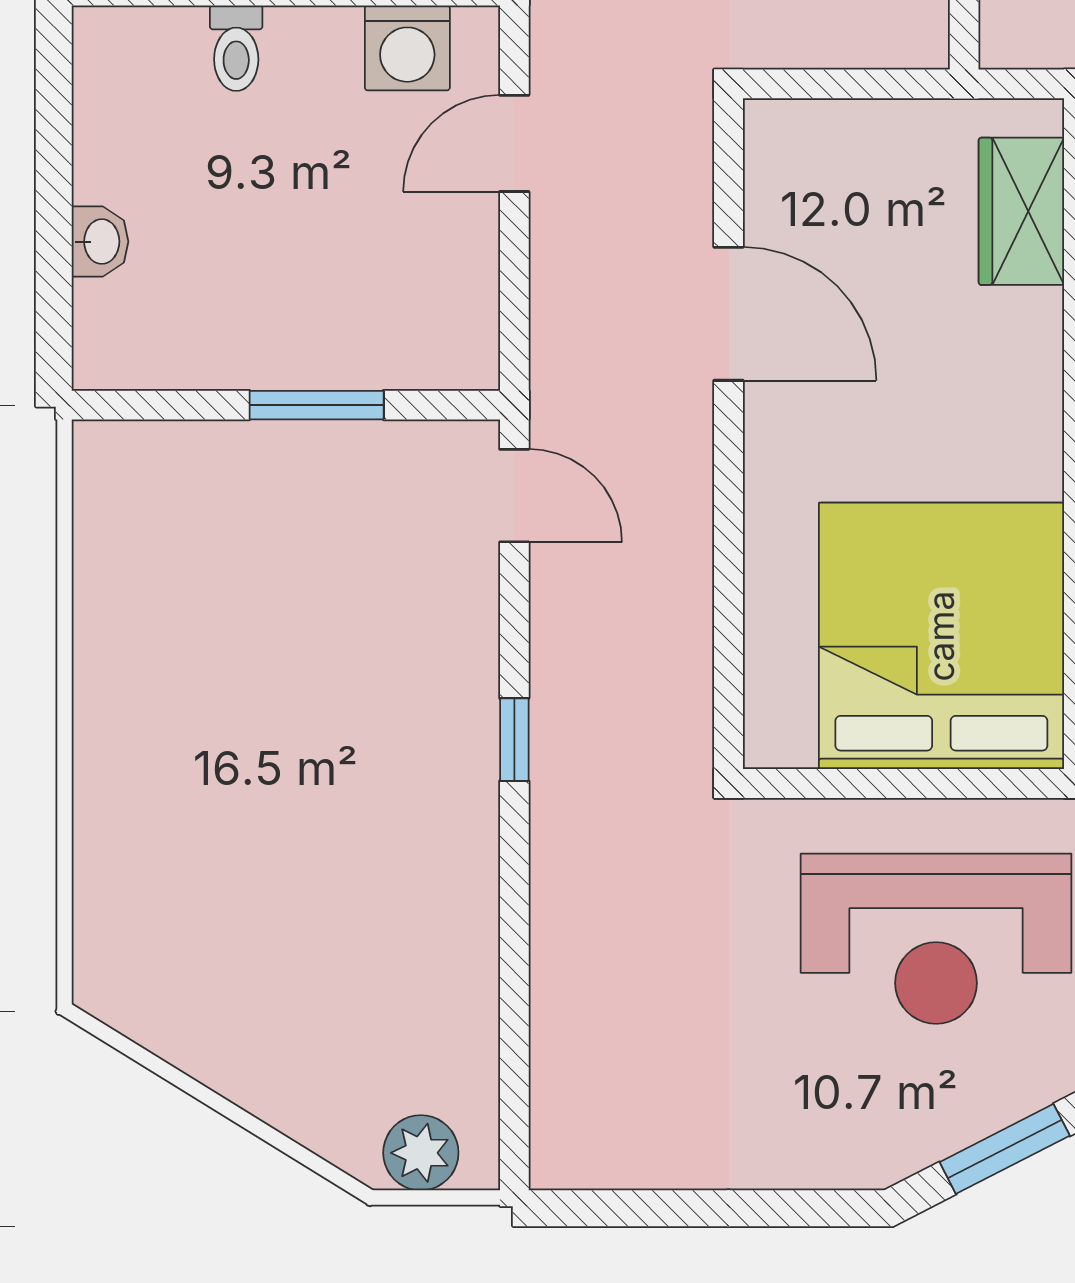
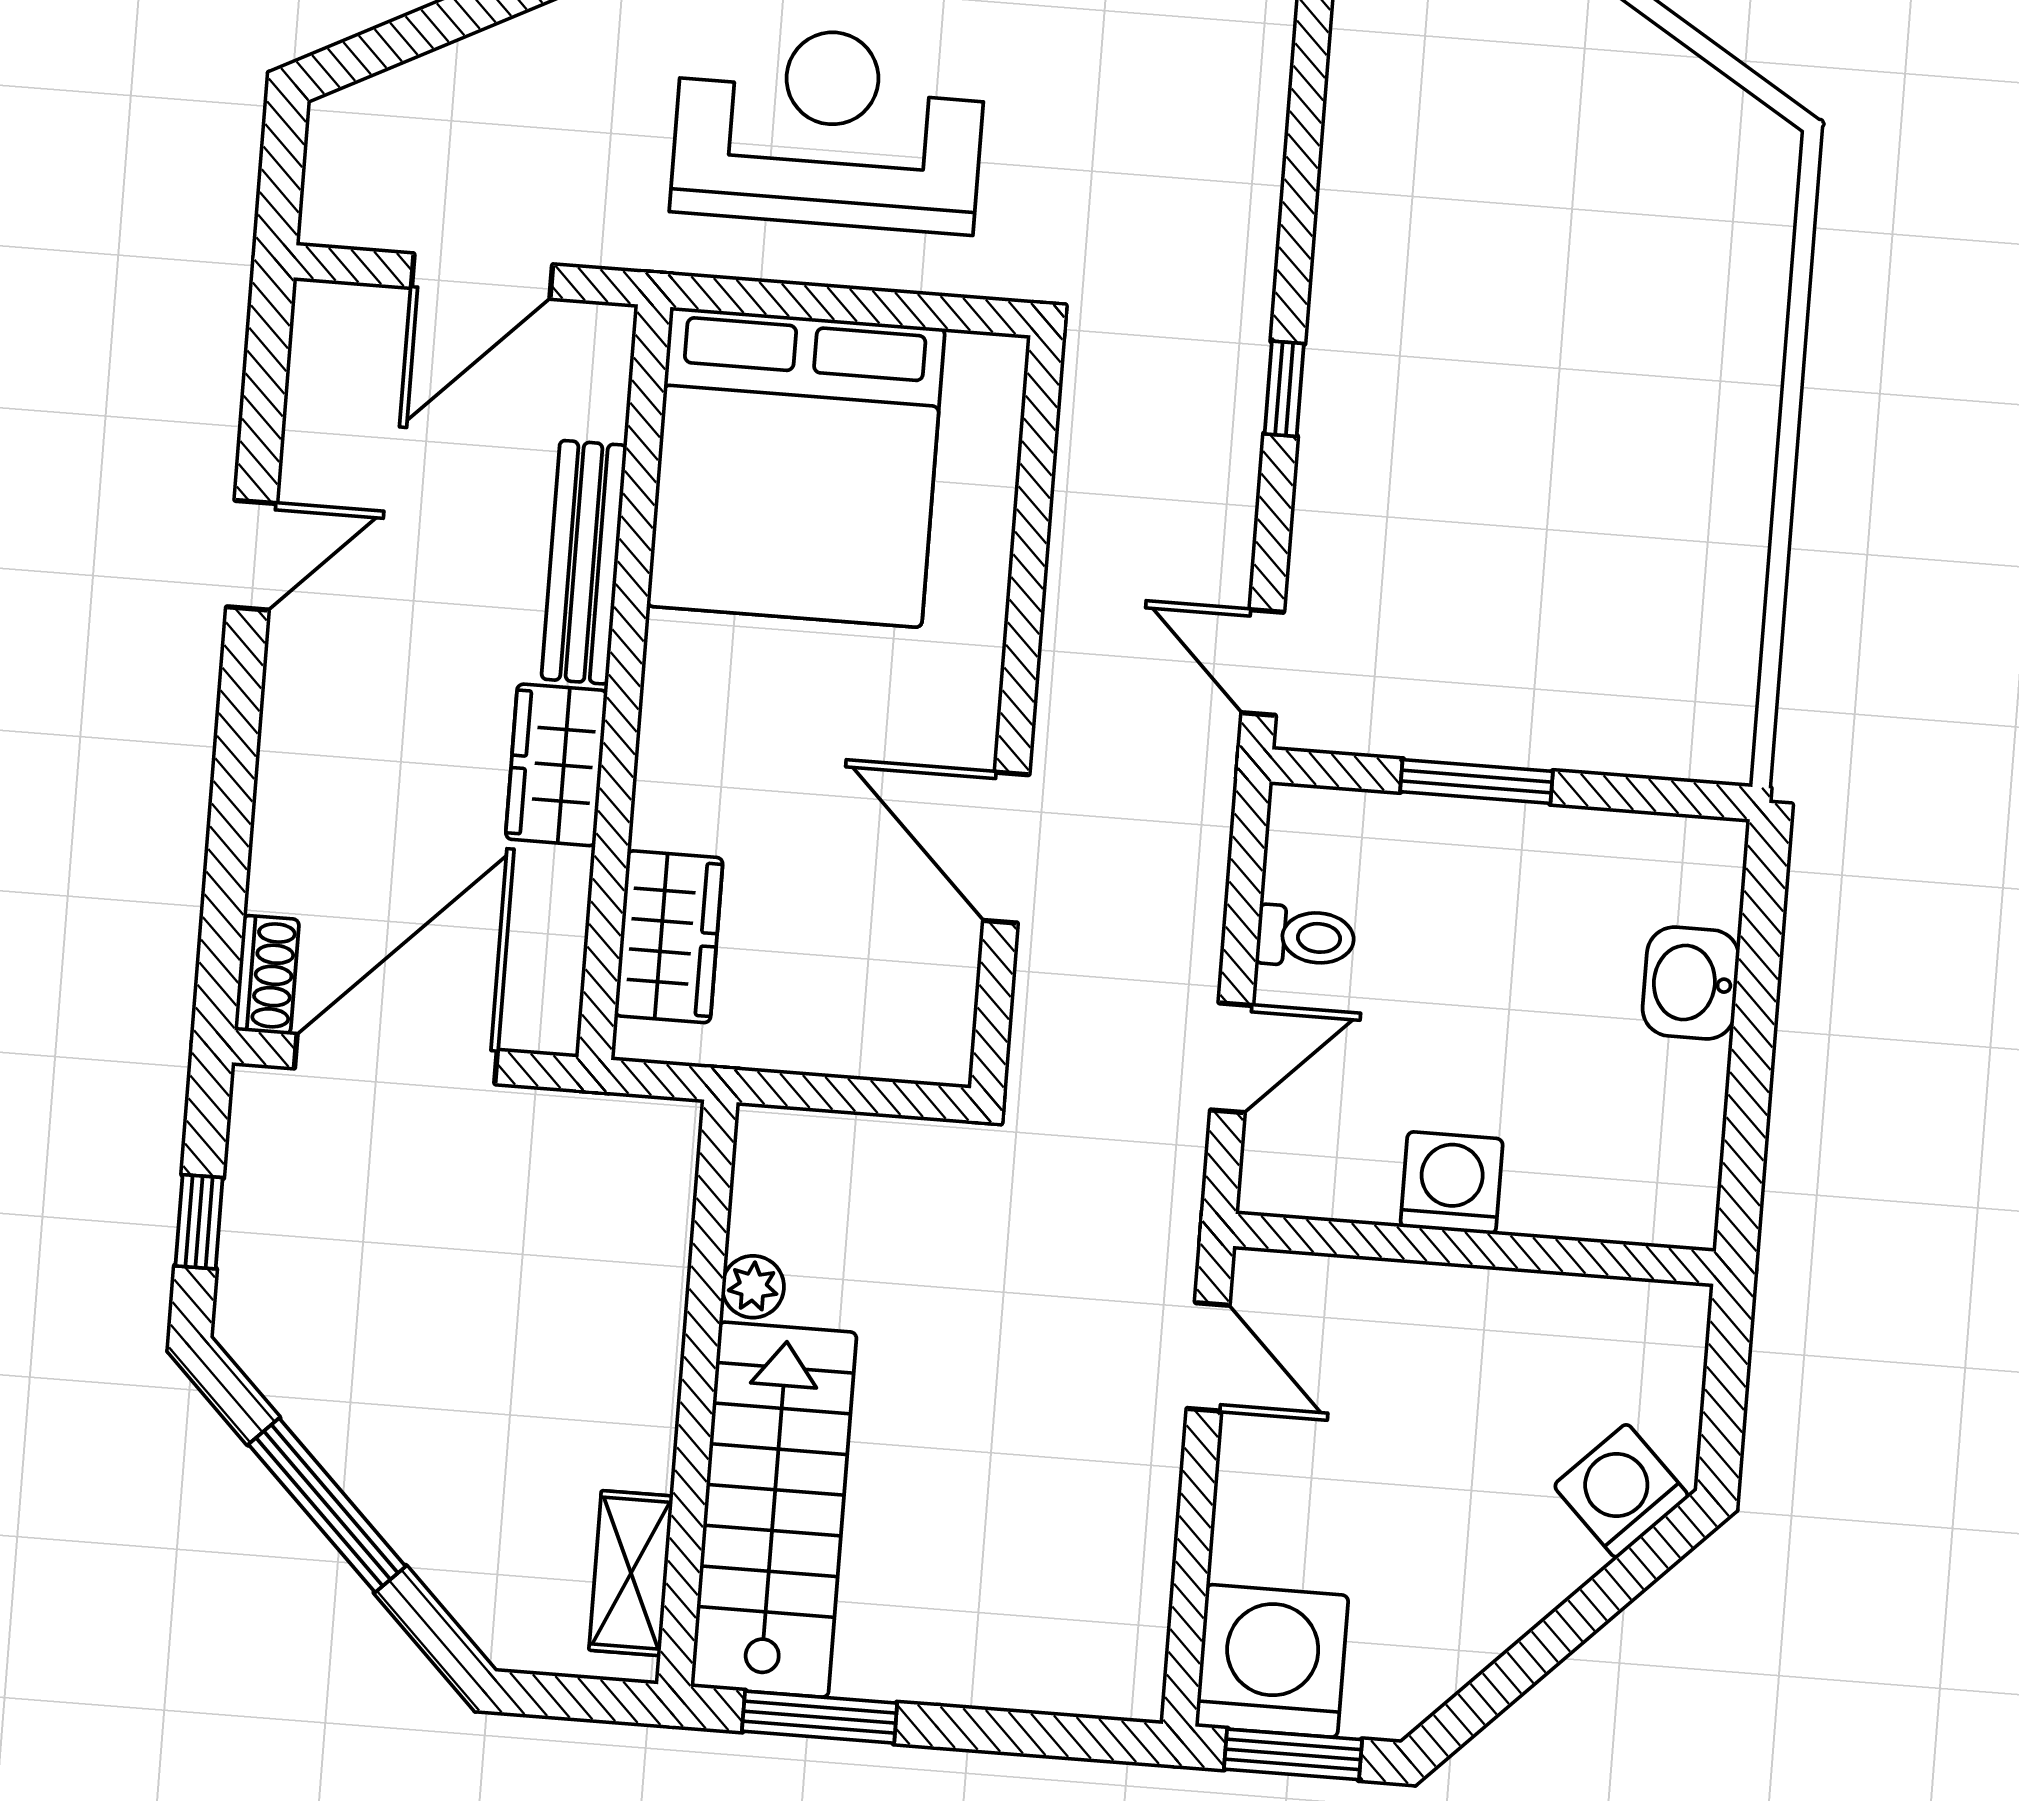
toilet: (236, 48) -> (1306, 937), moved, turned 90
washing machine: (407, 48) -> (1452, 1183), moved
washbasin: (100, 242) -> (1691, 983), width x1.38, depth x1.45

